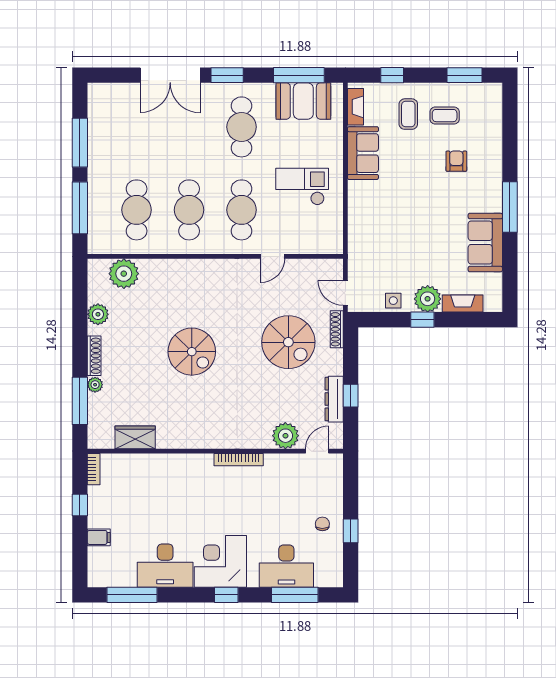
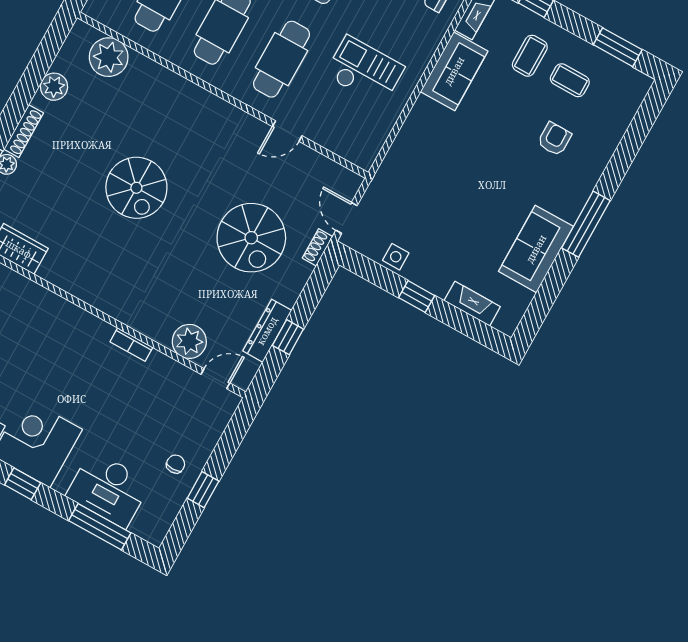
plant: (428, 299) -> (436, 276), removed
shoe rack: (337, 329) -> (318, 247), width x0.70
bookcase: (239, 460) -> (131, 345), width x0.64

